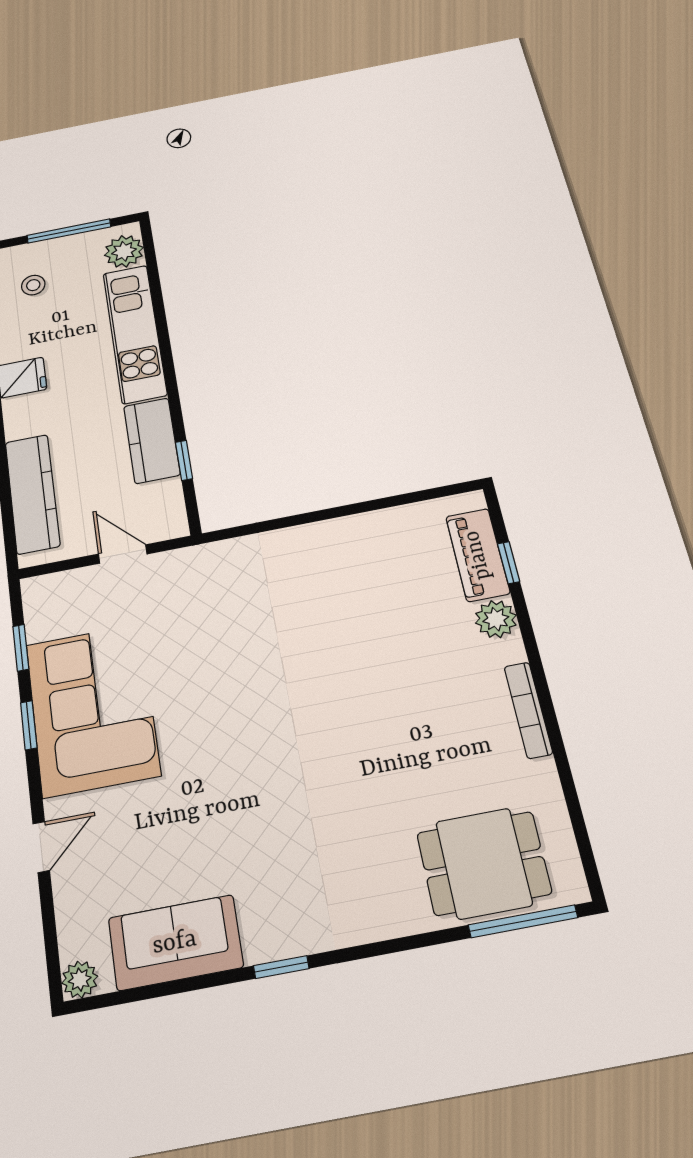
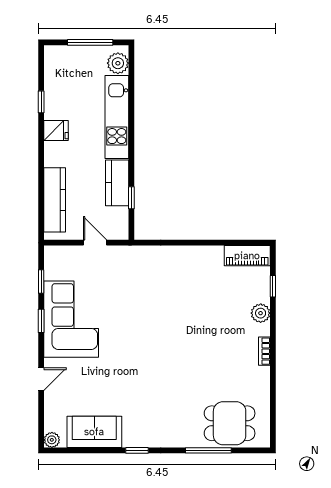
stool: (33, 285) -> (68, 74), removed
piano: (478, 555) -> (247, 256), moved, turned -90
bookcase: (528, 710) -> (264, 351), width x0.64
window: (523, 921) -> (208, 450), moved

